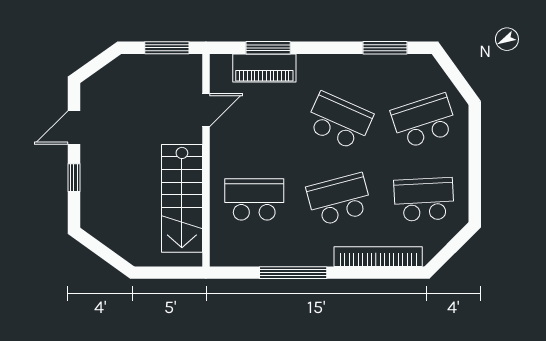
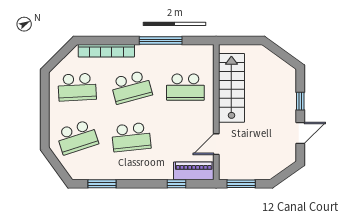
window: (268, 48) -> (176, 184), width x0.67
piano: (264, 68) -> (194, 171), moved
school desk: (339, 121) -> (131, 137), turned -30

